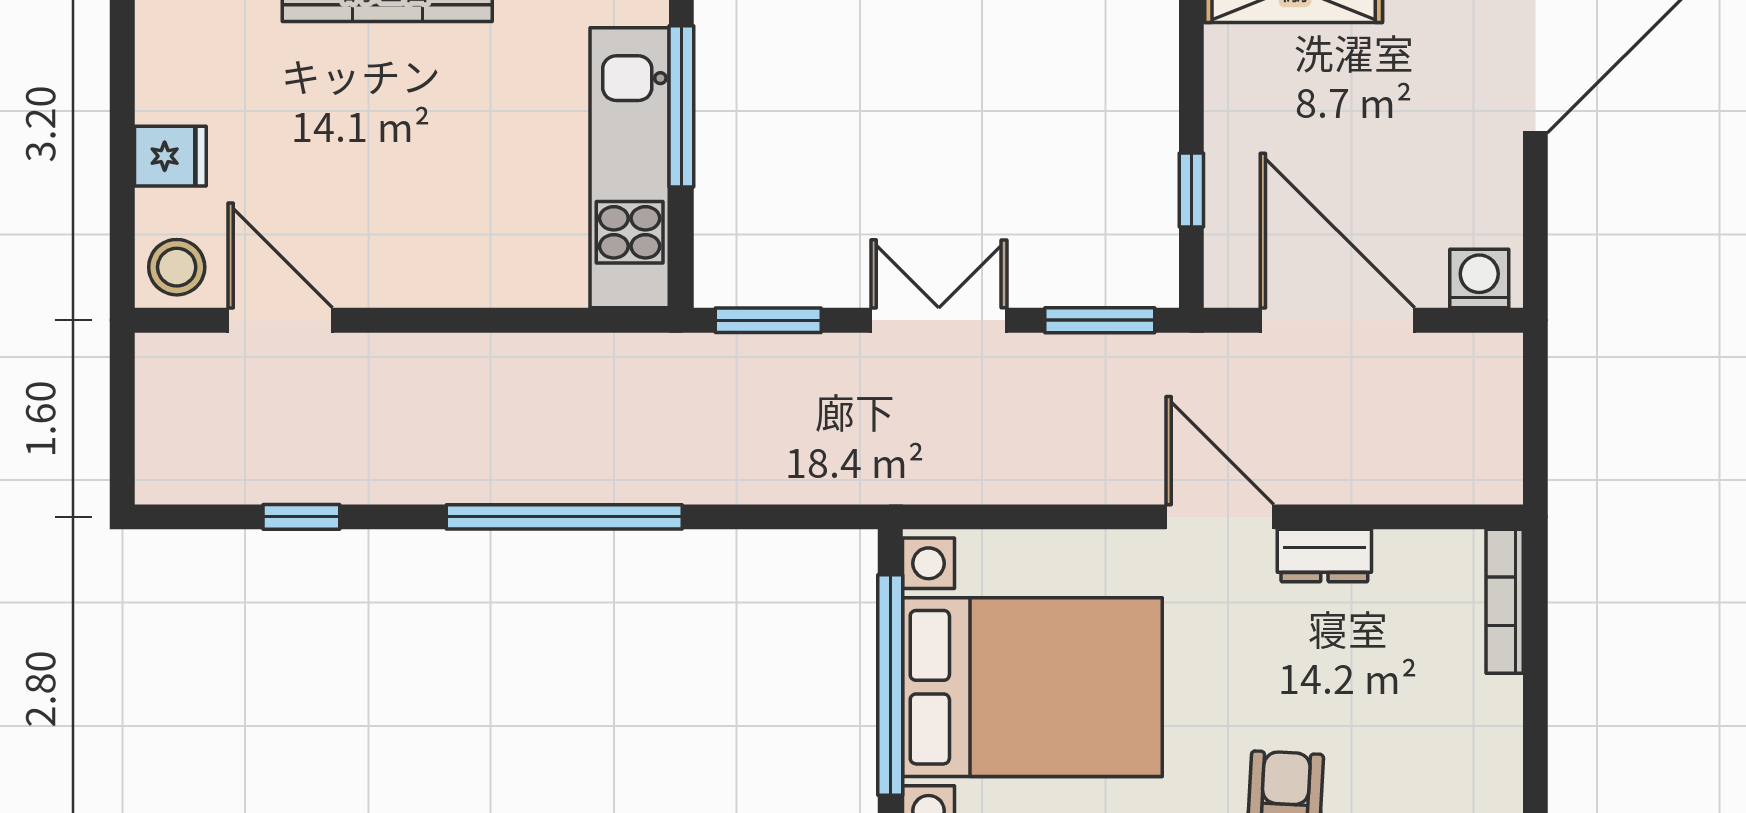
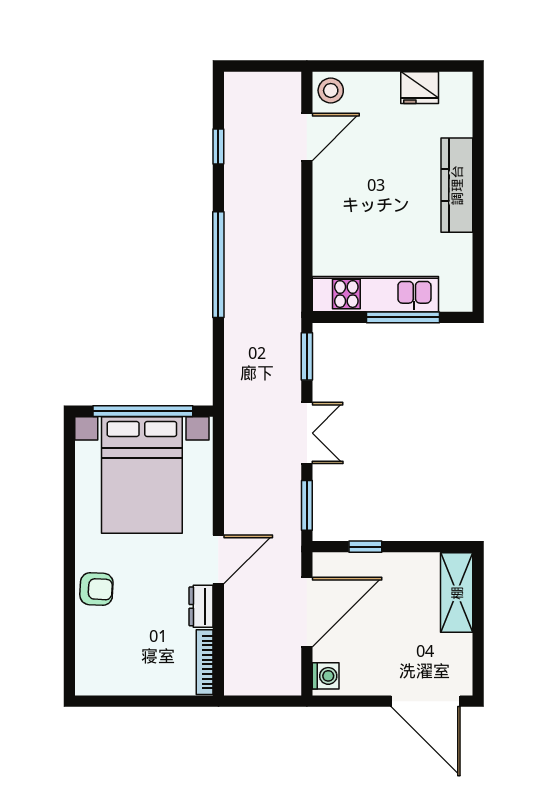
fridge: (170, 156) -> (420, 88), moved, width x1.38
bookcase: (1505, 601) -> (205, 662), moved, turned -90

